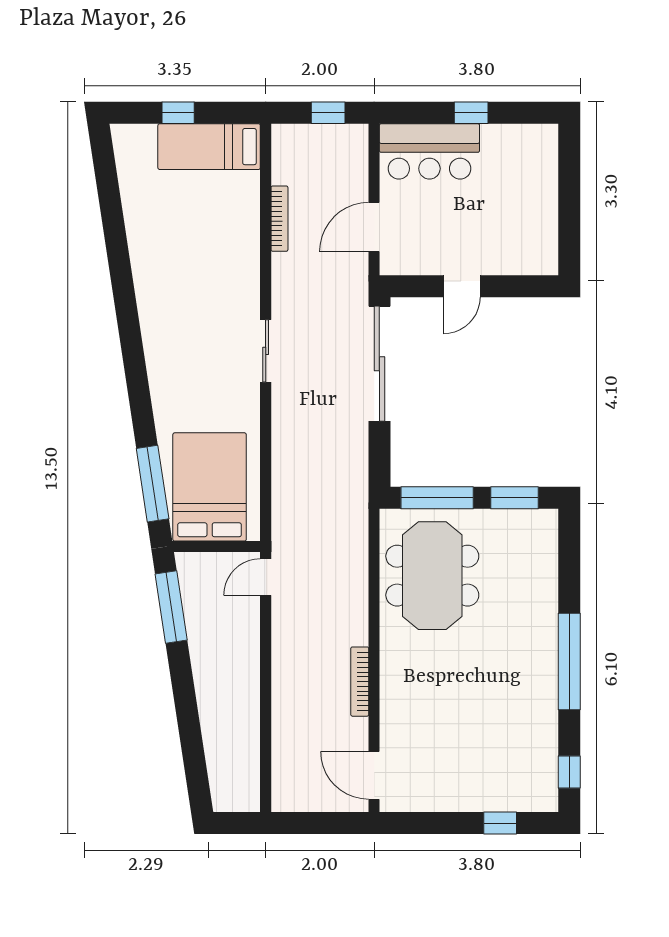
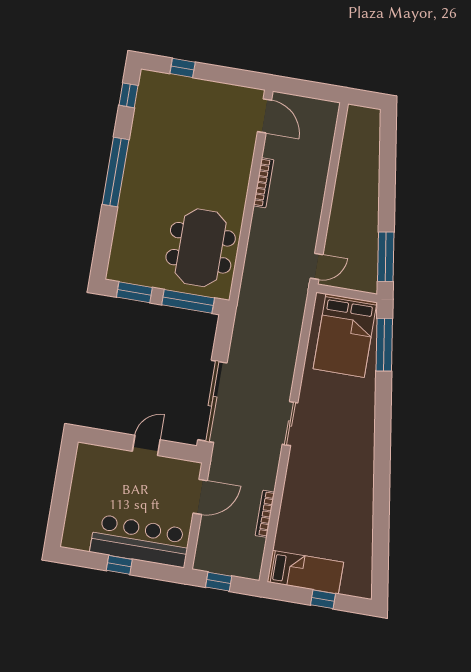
bar counter: (429, 151) -> (140, 541), width x1.36

